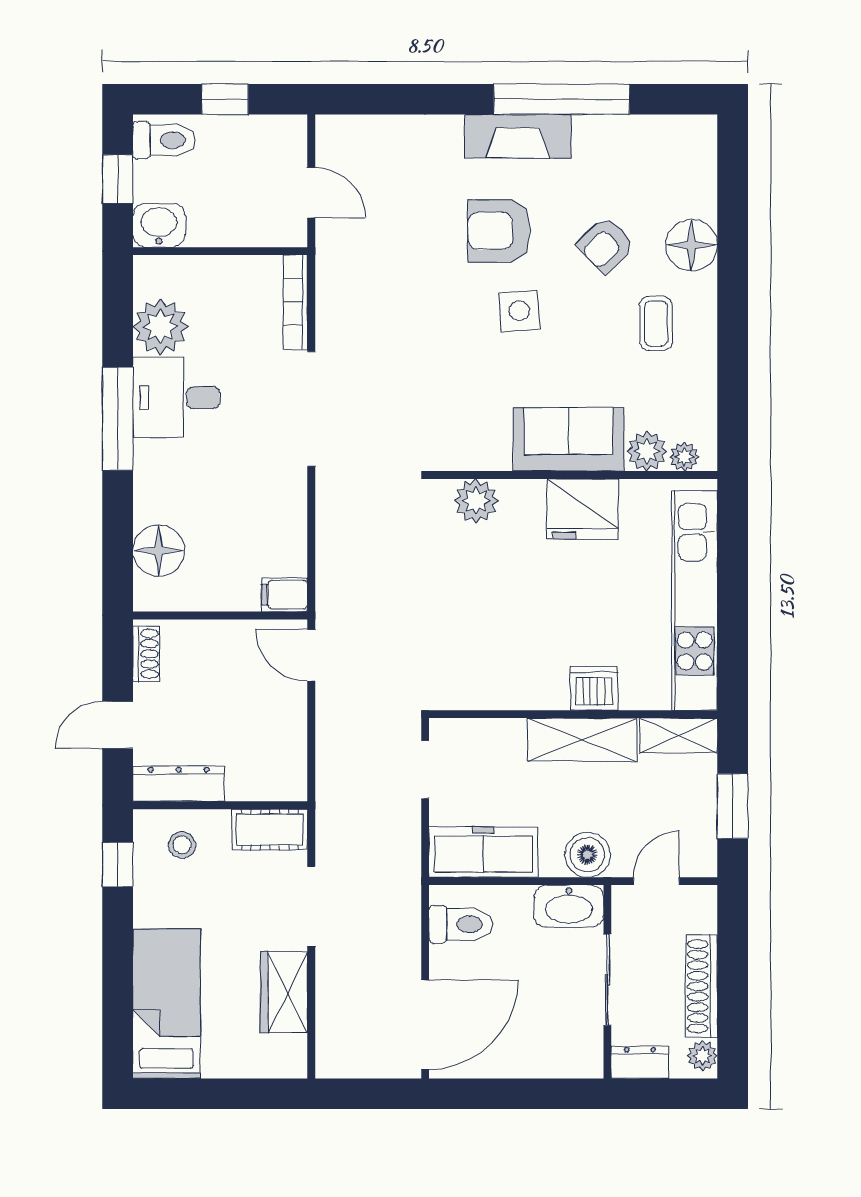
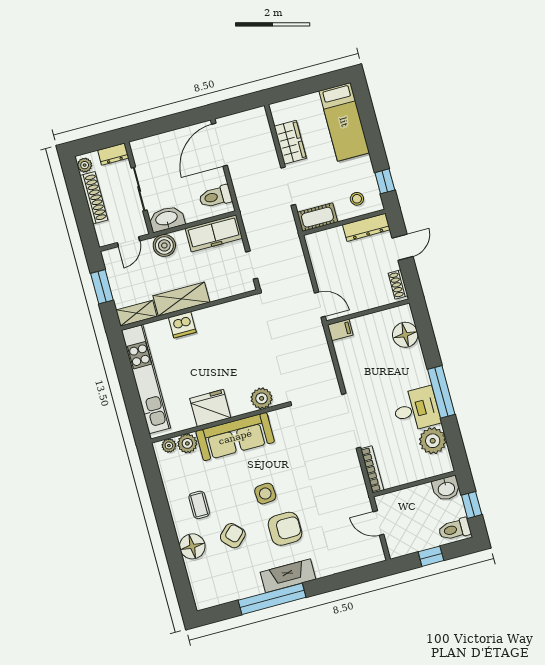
sofa: (569, 439) -> (235, 437), width x1.36

